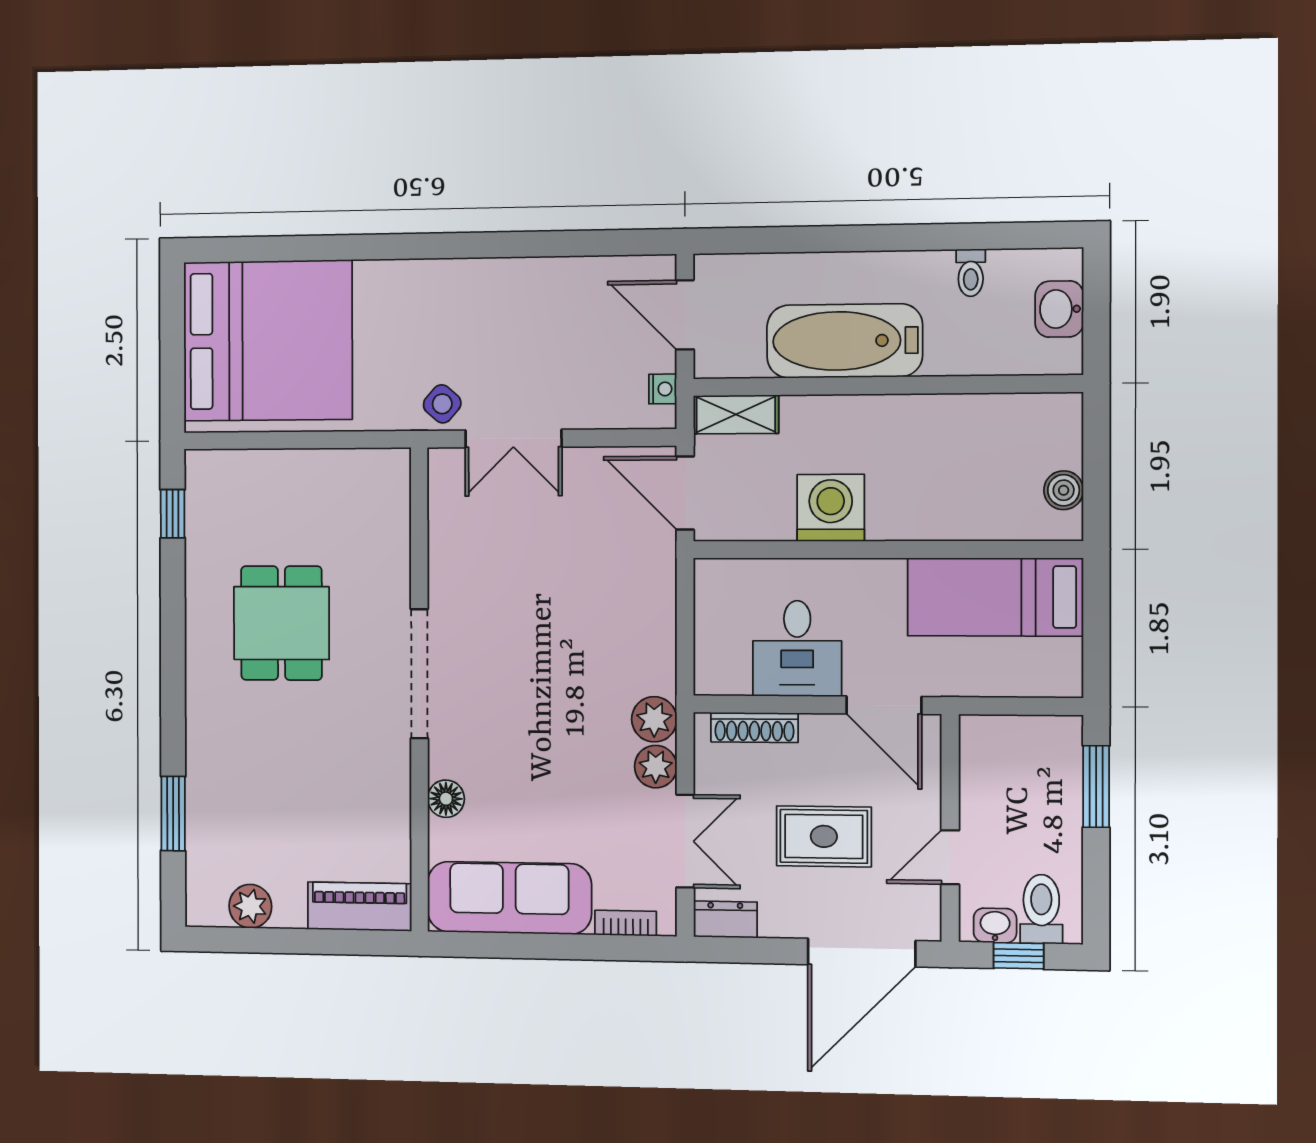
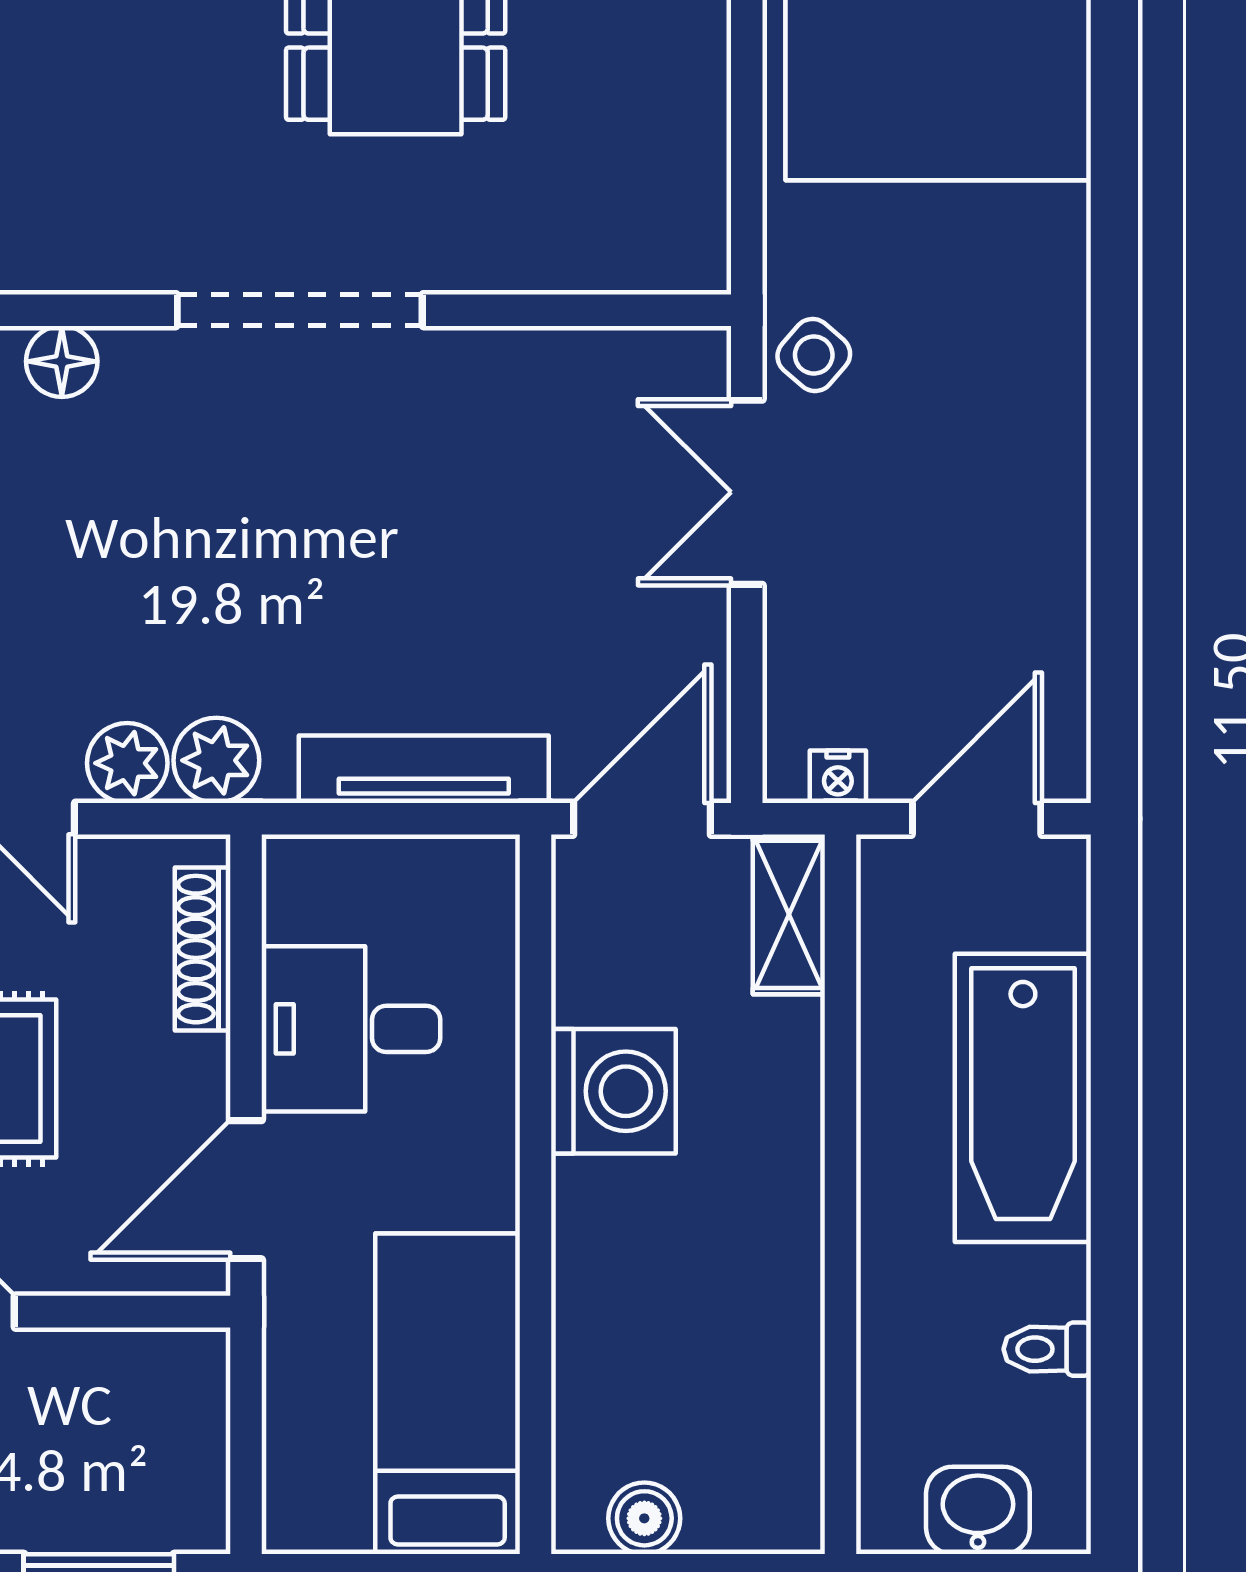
bathtub: (845, 341) -> (1023, 1098), moved, turned 180
tv unit: (659, 609) -> (424, 769), added

